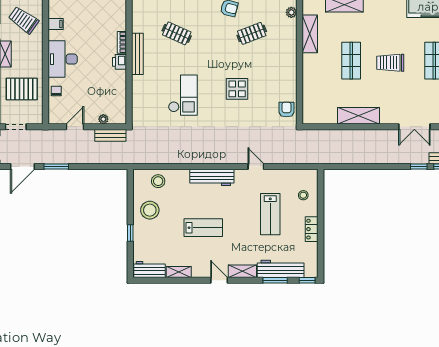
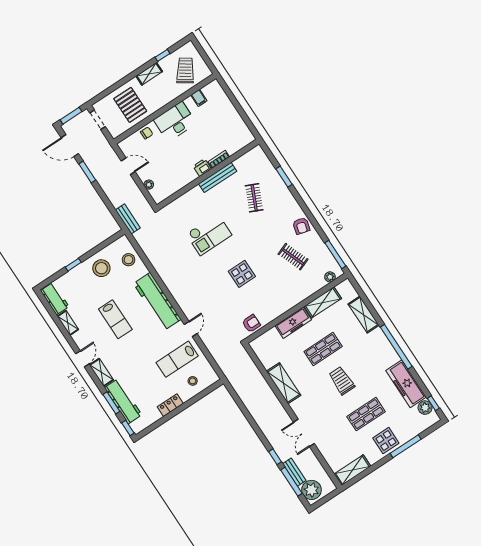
freezer: (310, 72) -> (293, 323), added
bench: (110, 135) -> (128, 219), moved
workbench: (212, 177) -> (157, 301), width x1.36, depth x1.32
lab bench: (270, 214) -> (177, 359), moved

